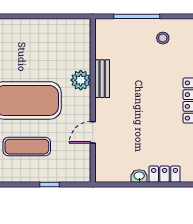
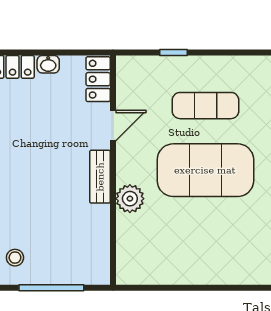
bench: (102, 79) -> (100, 177), moved
locker: (103, 165) -> (98, 79), added

